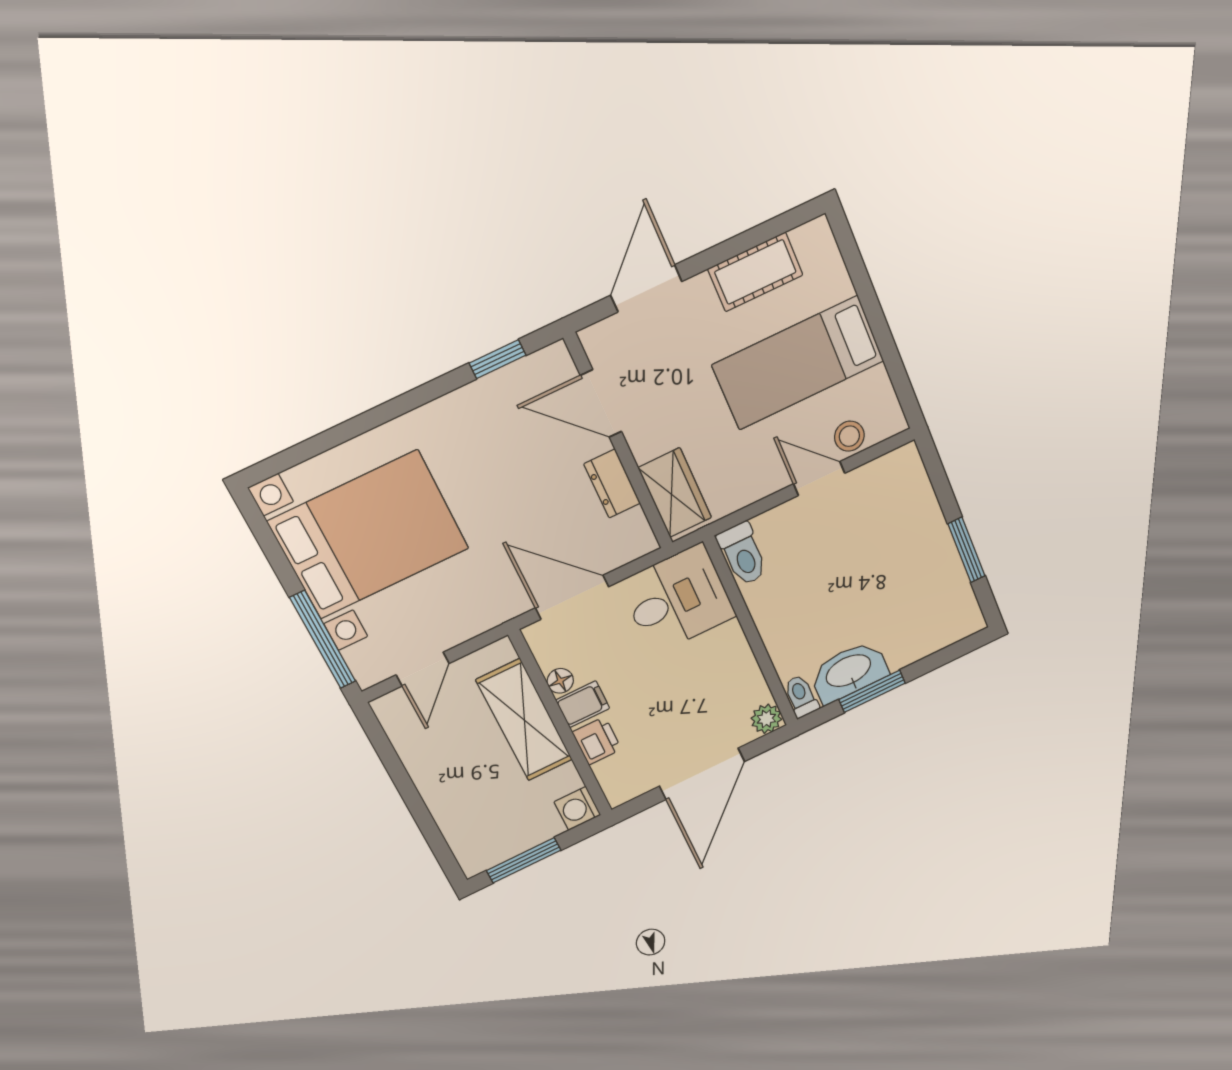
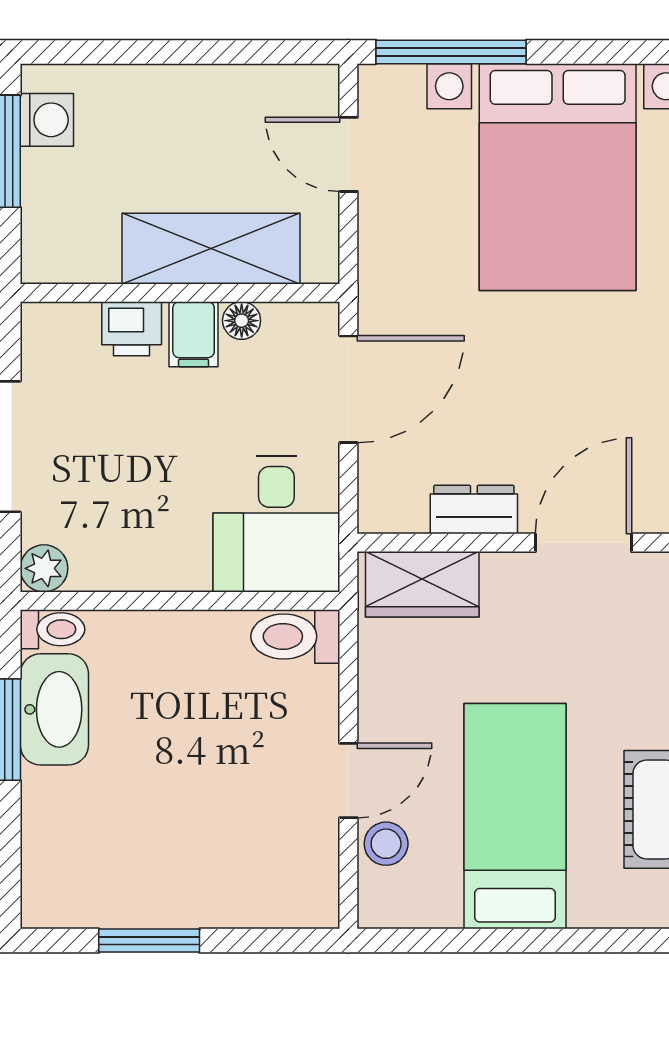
washing machine: (577, 808) -> (47, 120), moved, turned 90

